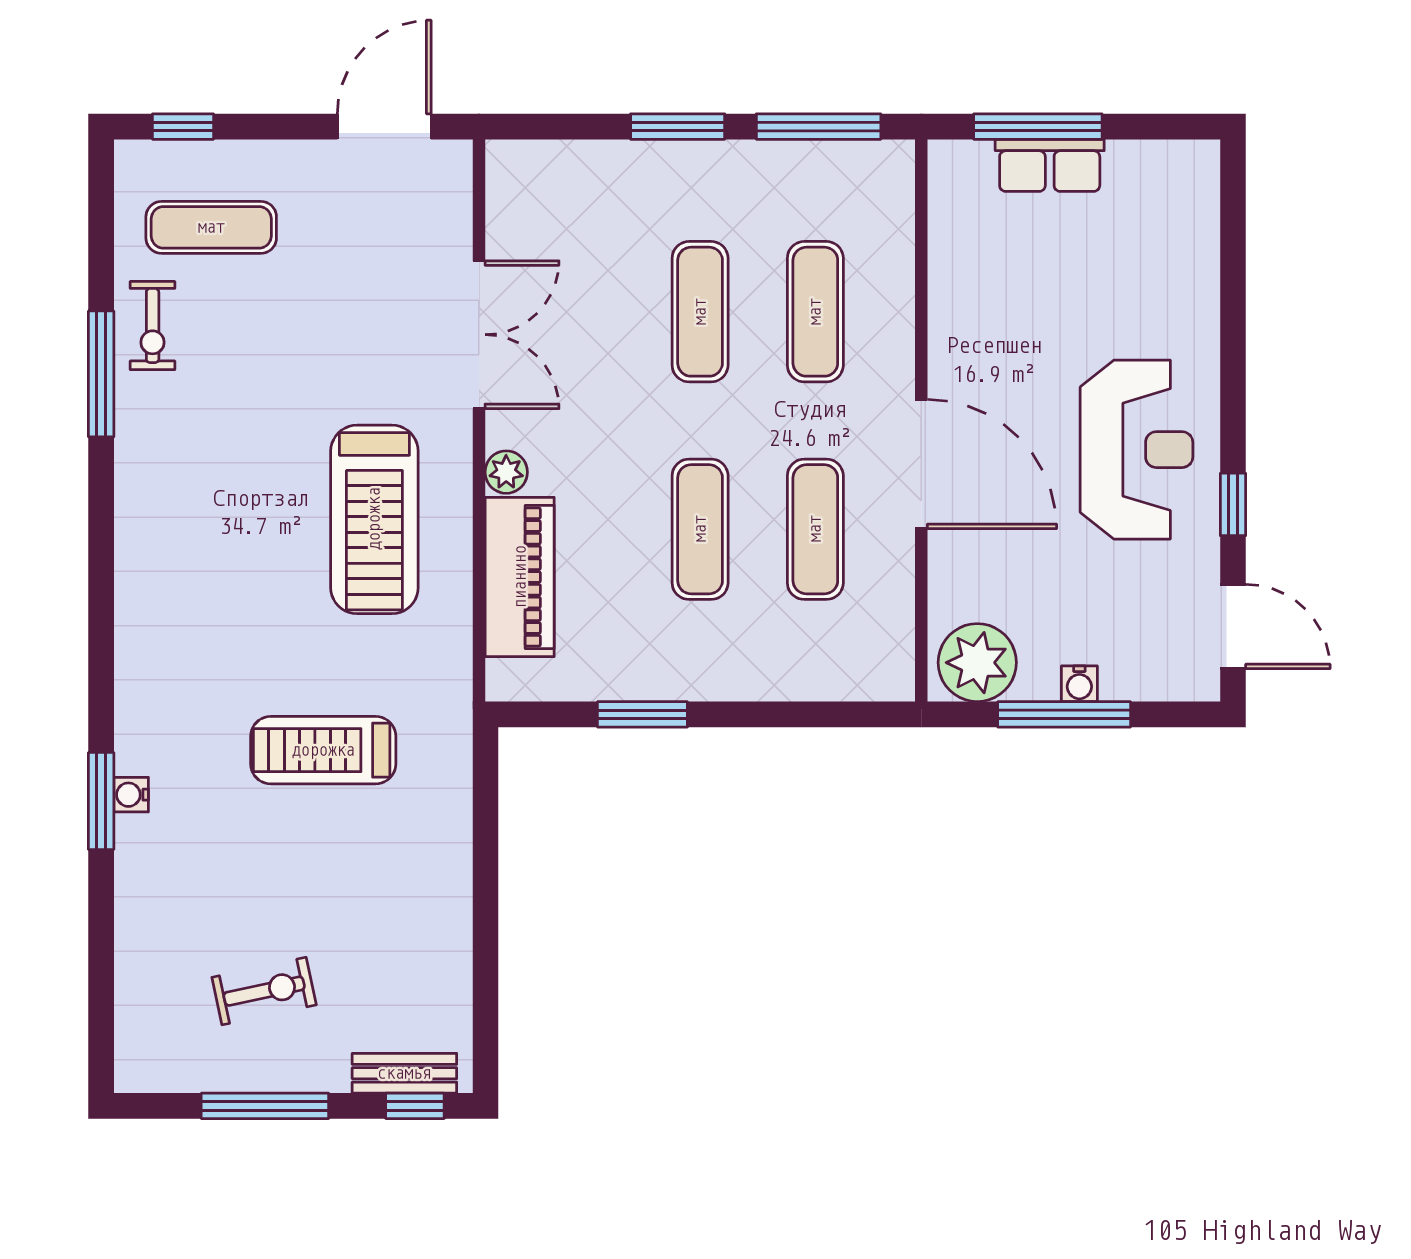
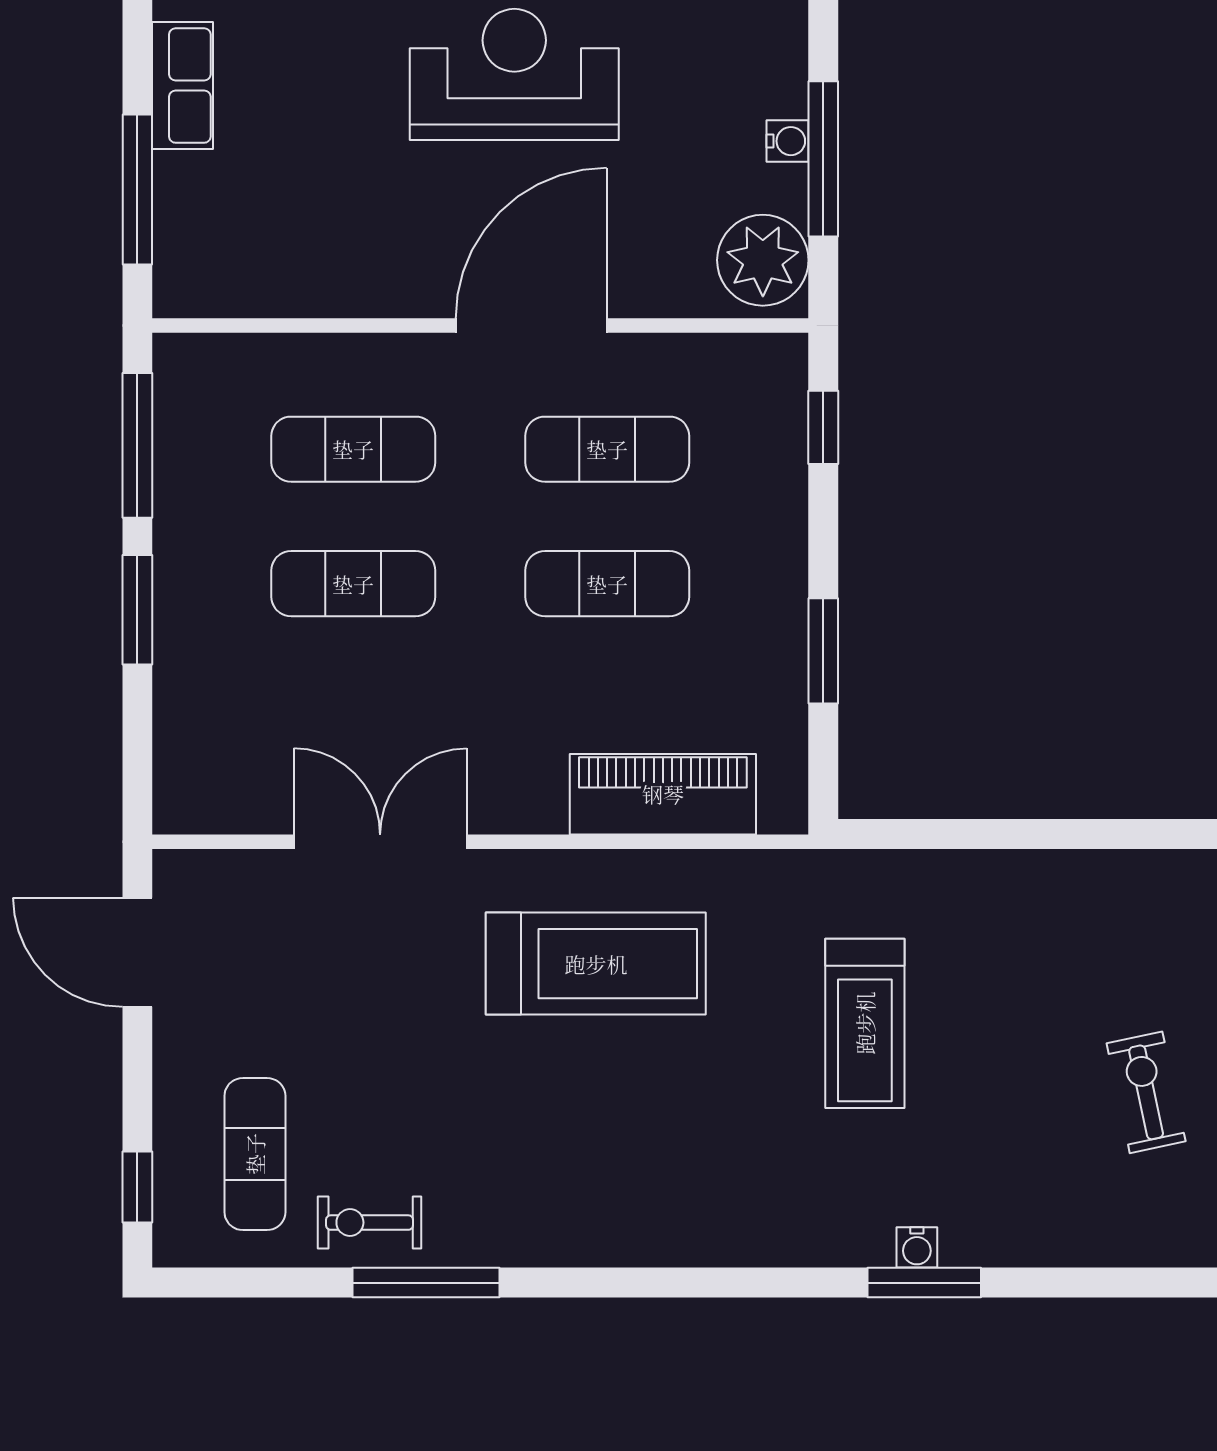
row of seats: (1050, 165) -> (183, 86), moved
exercise bike: (153, 326) -> (370, 1223), turned 180
plant: (506, 472) -> (540, 810), removed
window: (834, 714) -> (823, 427), added

